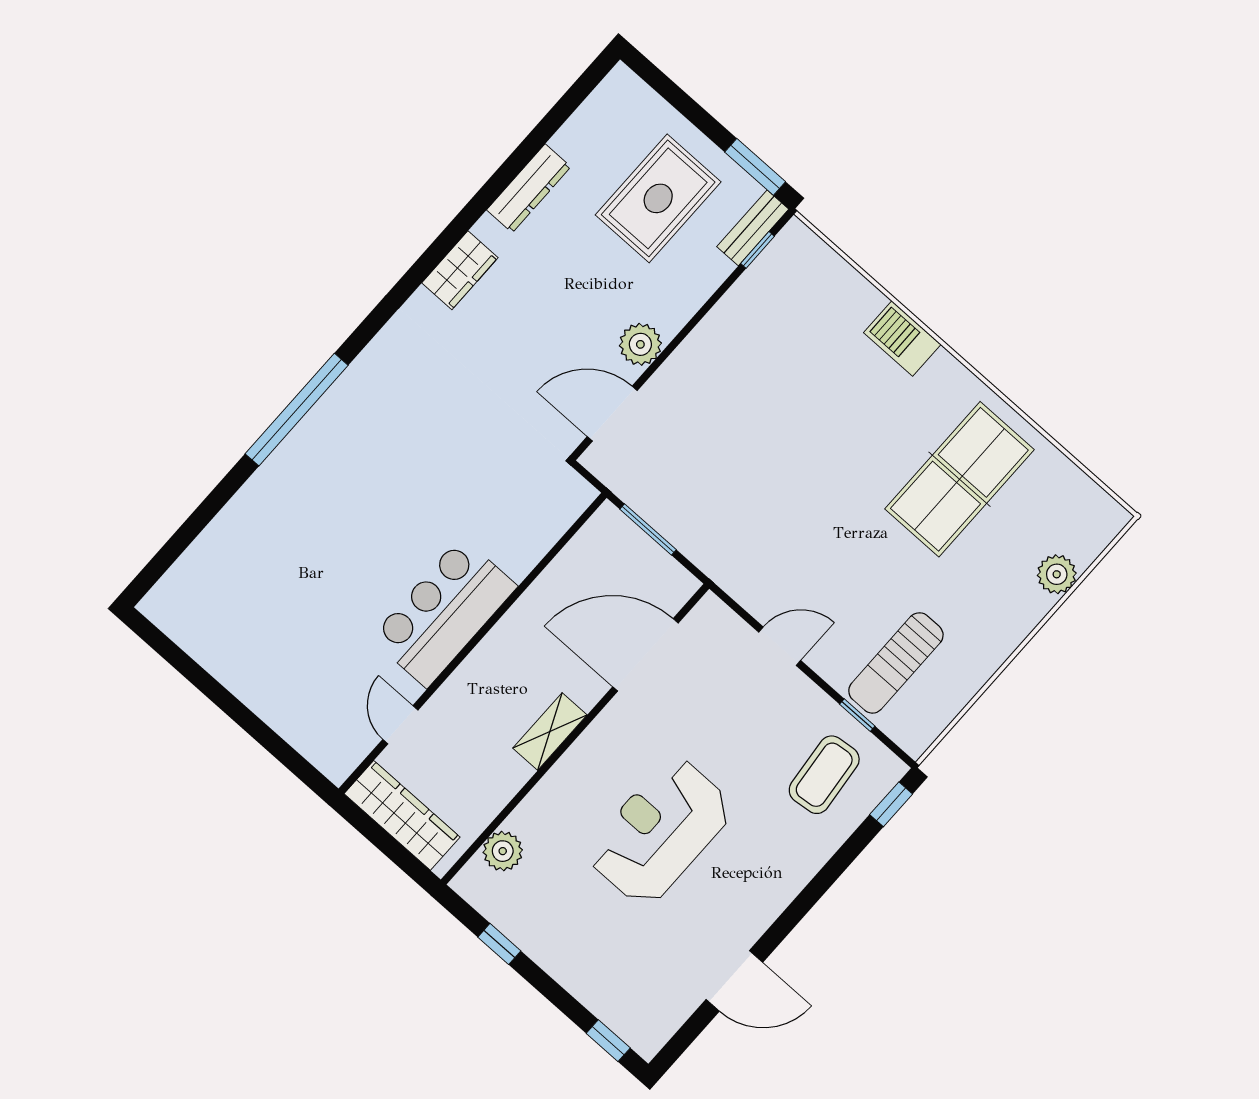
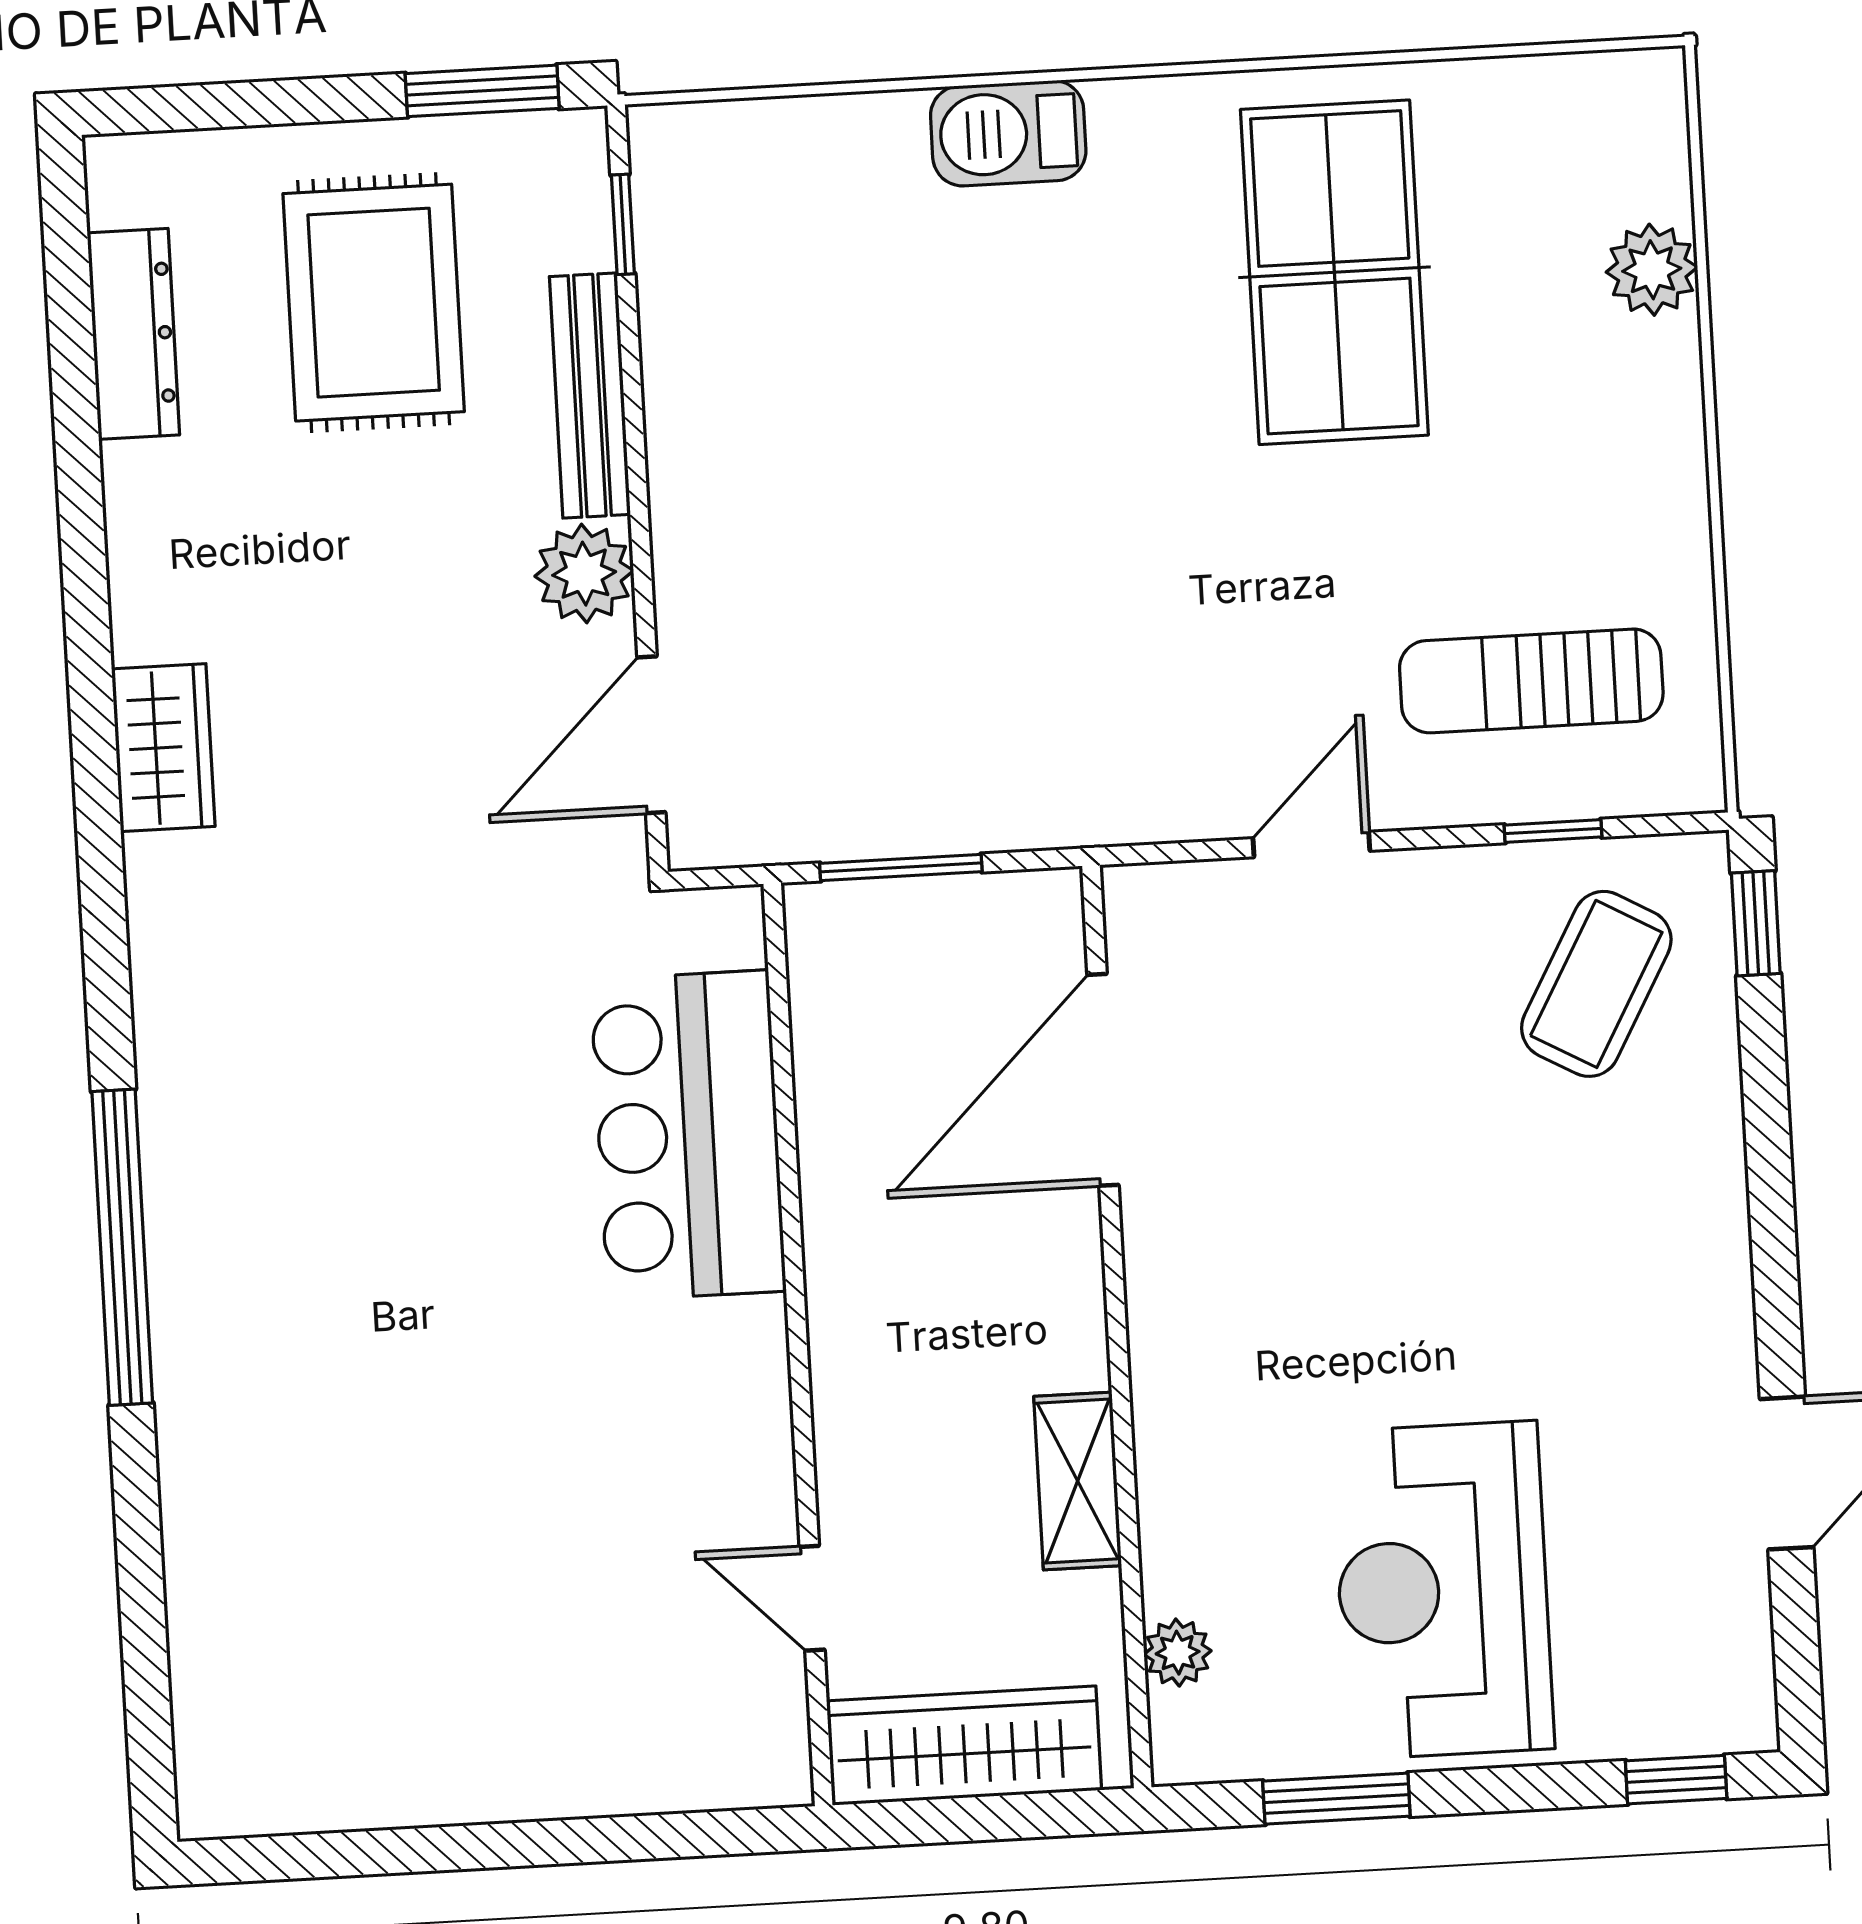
dresser: (529, 188) -> (133, 334), moved
bench: (753, 228) -> (590, 396), moved, width x1.36
bar counter: (444, 612) -> (688, 1135), moved
sun lounger: (896, 663) -> (1531, 681), turned 90
shelving: (550, 731) -> (1078, 1481), moved
coffee table: (824, 775) -> (1596, 984), turned 35
reception desk: (660, 831) -> (1443, 1590), moved
plant: (503, 851) -> (1178, 1653), width x0.73, depth x0.73
window: (499, 944) -> (1336, 1799), width x1.50

